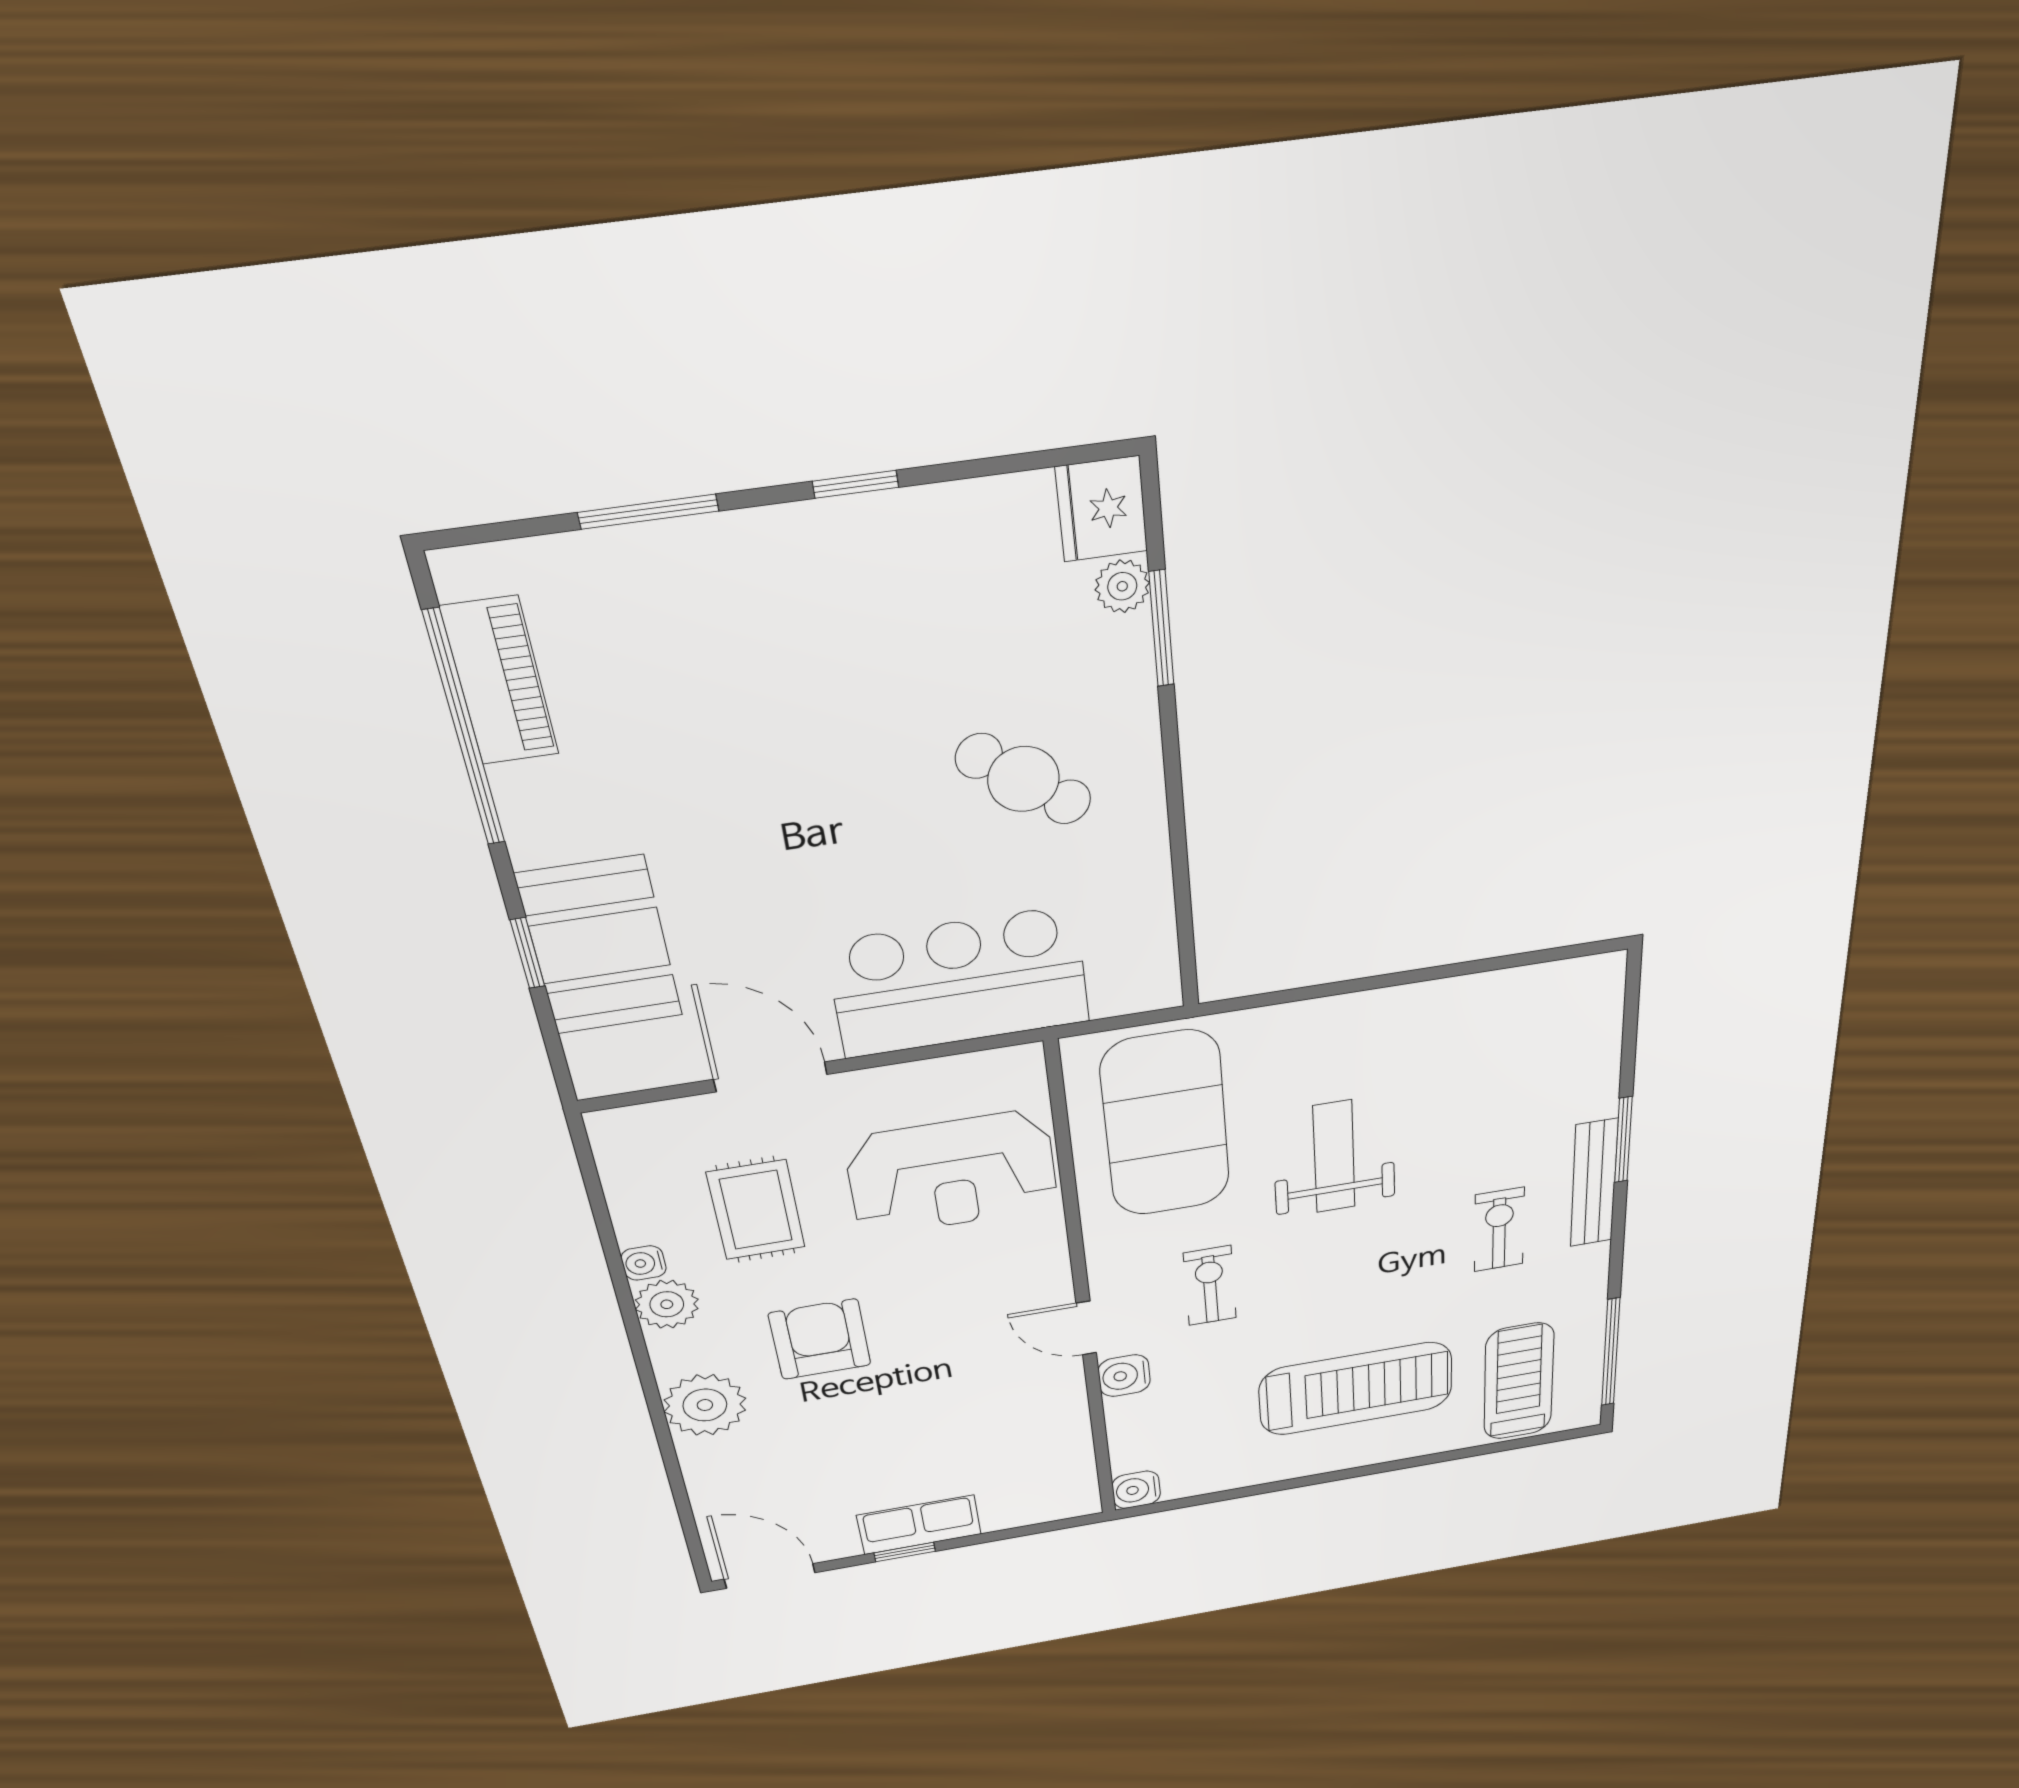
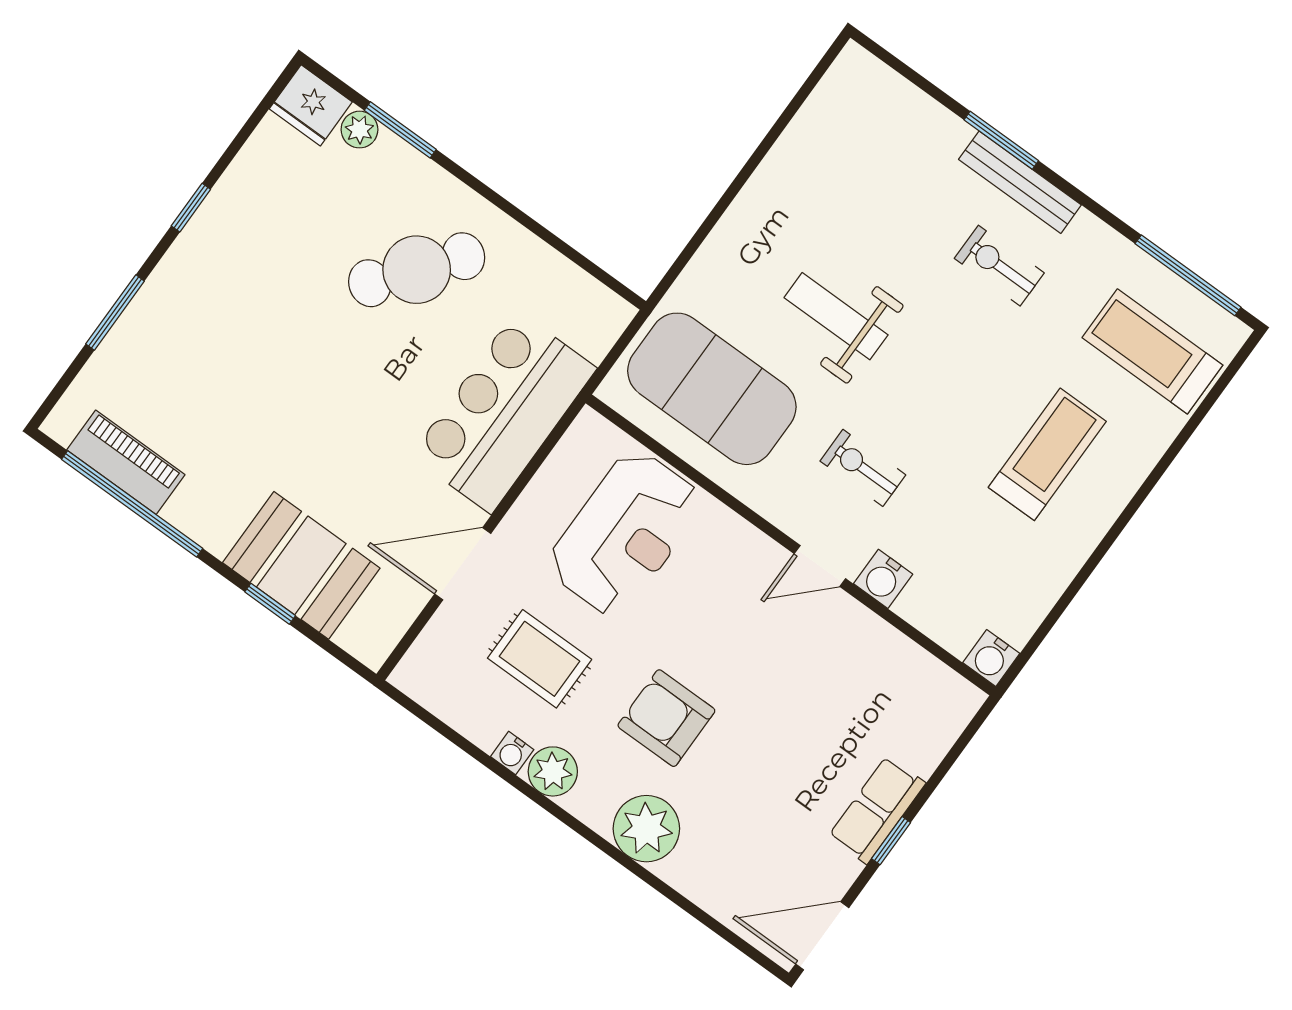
cafe table: (1023, 779) -> (417, 270), width x1.37, depth x1.35
treadmill: (1356, 1389) -> (1047, 454), width x0.73, depth x0.73

